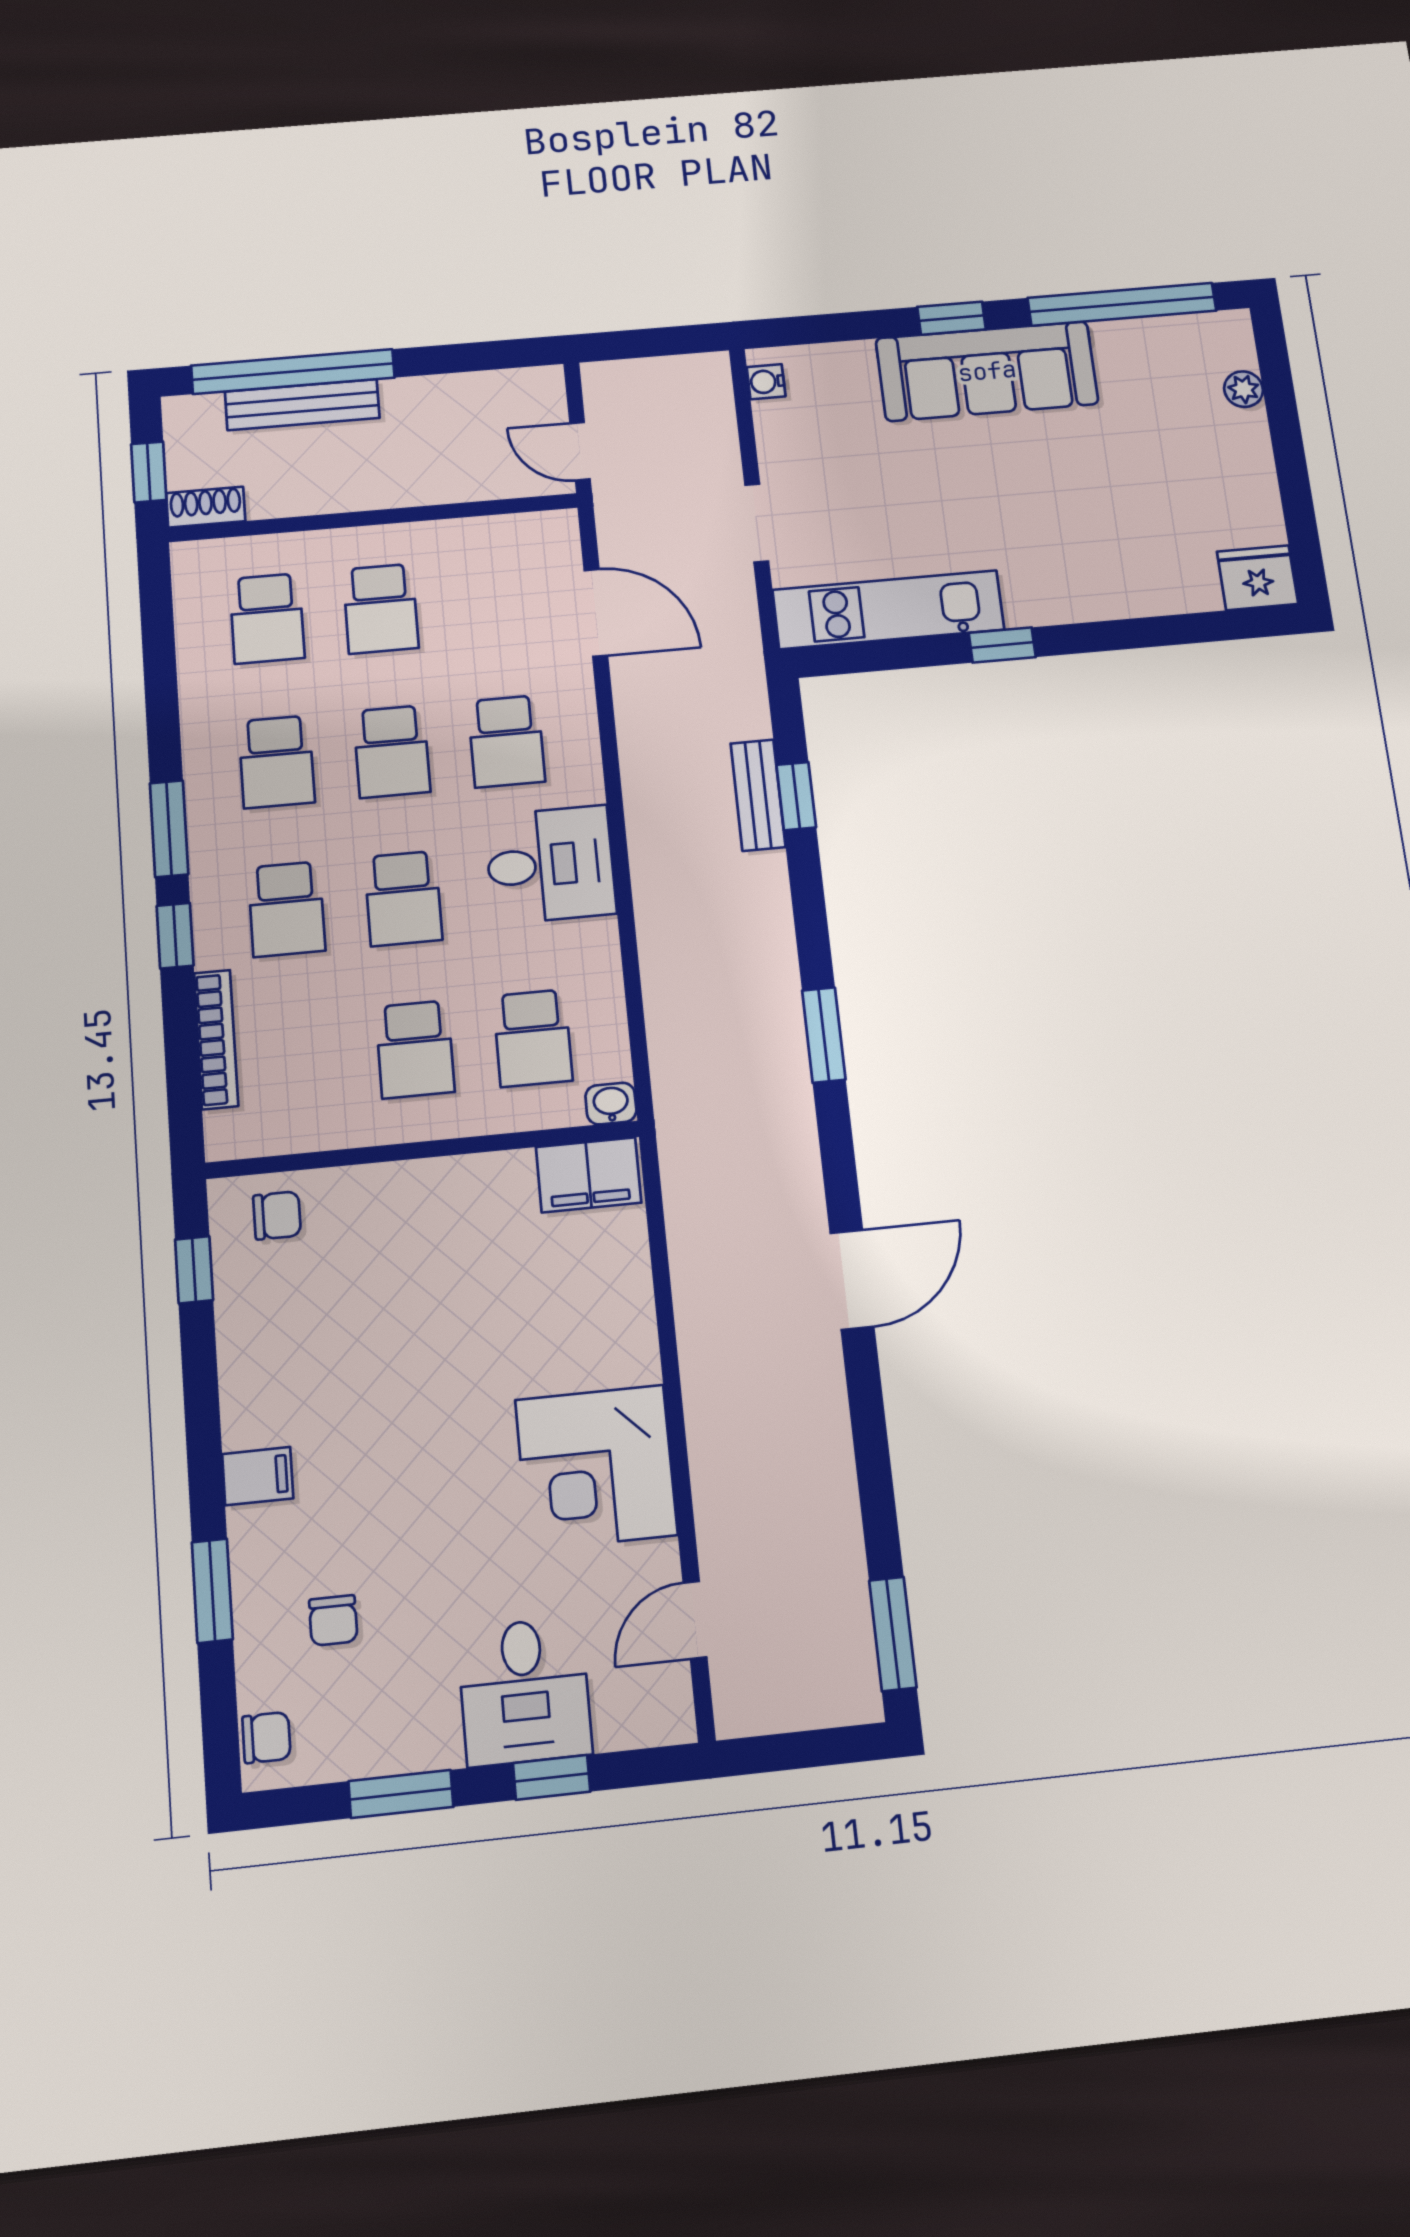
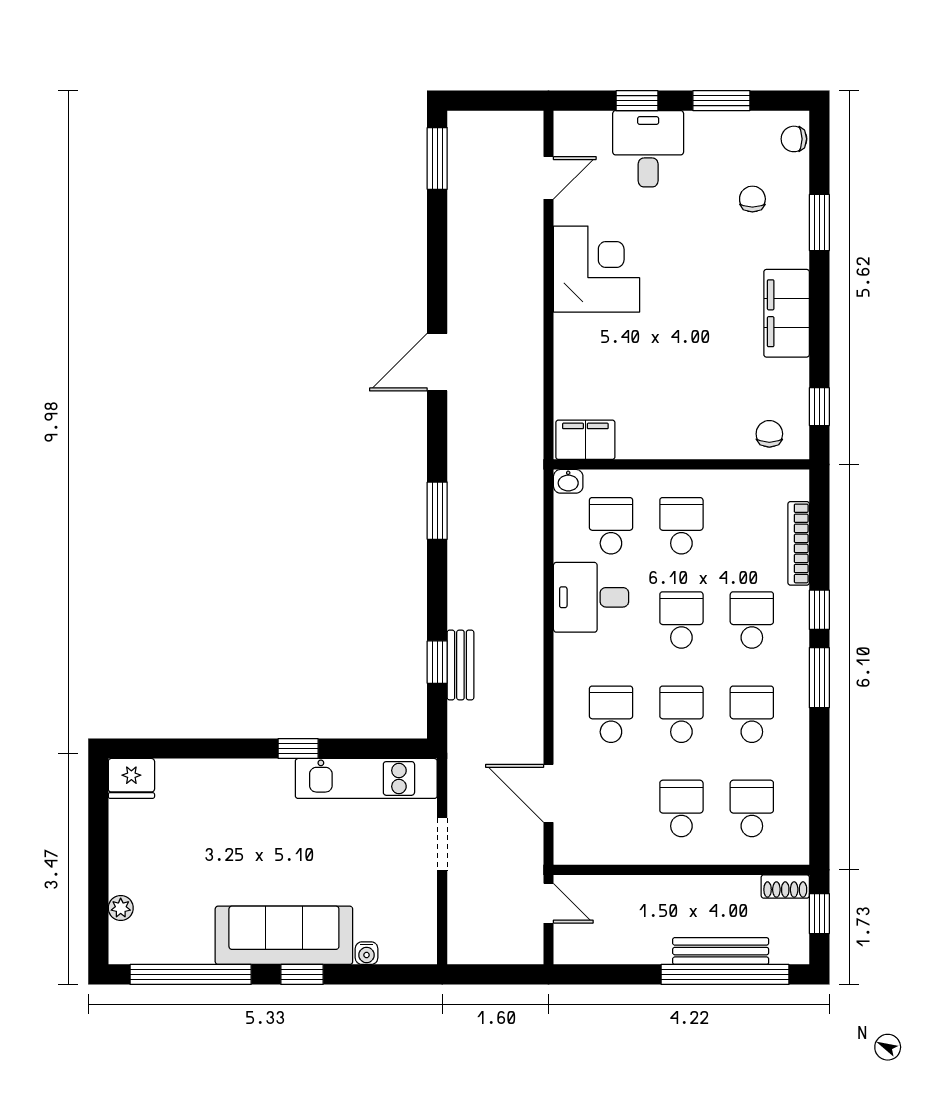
water cooler: (766, 382) -> (367, 953), moved, turned 90
desk: (550, 865) -> (591, 597), moved
chair: (277, 1215) -> (769, 434), turned 90
filing cabinet: (258, 1476) -> (787, 313), width x3.00, depth x1.17

